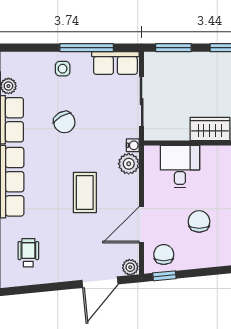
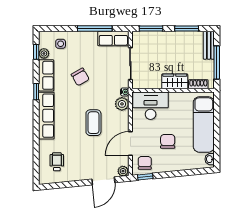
side table: (63, 69) -> (61, 44), moved
desk: (180, 167) -> (151, 106), width x1.37

